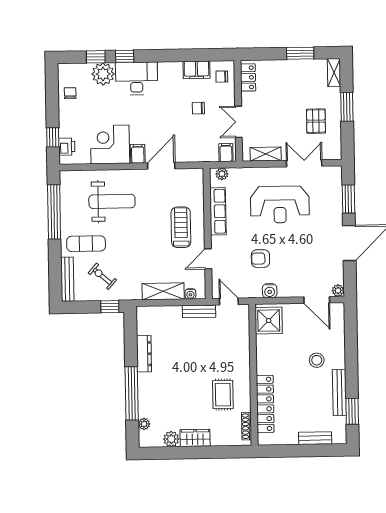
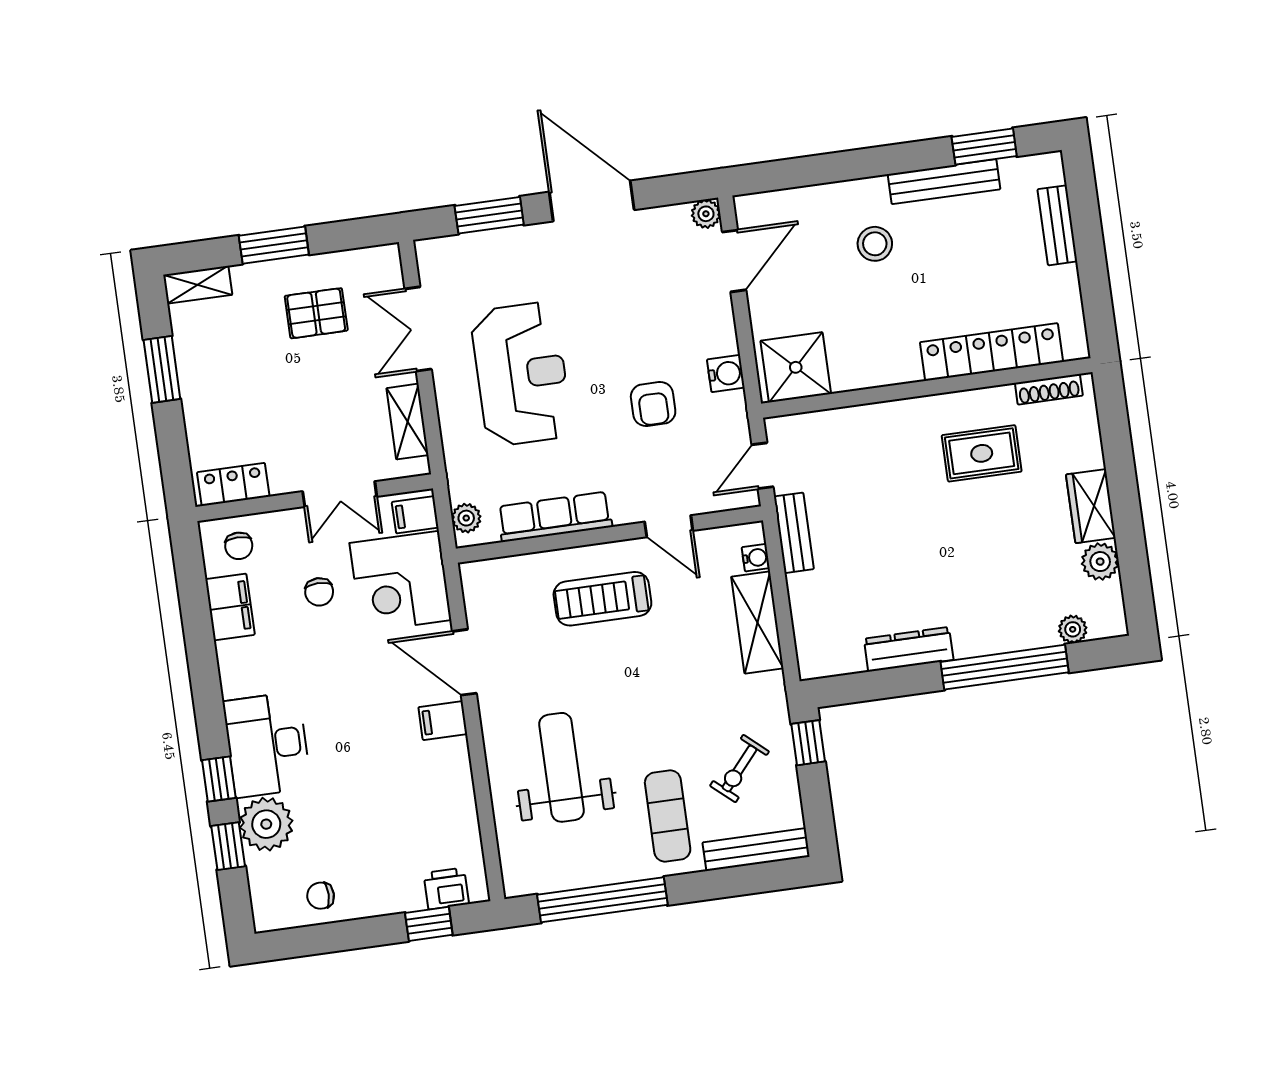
corner desk: (110, 144) -> (400, 582), moved

